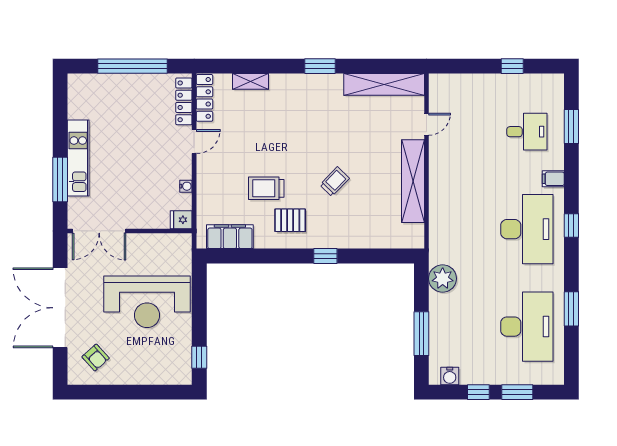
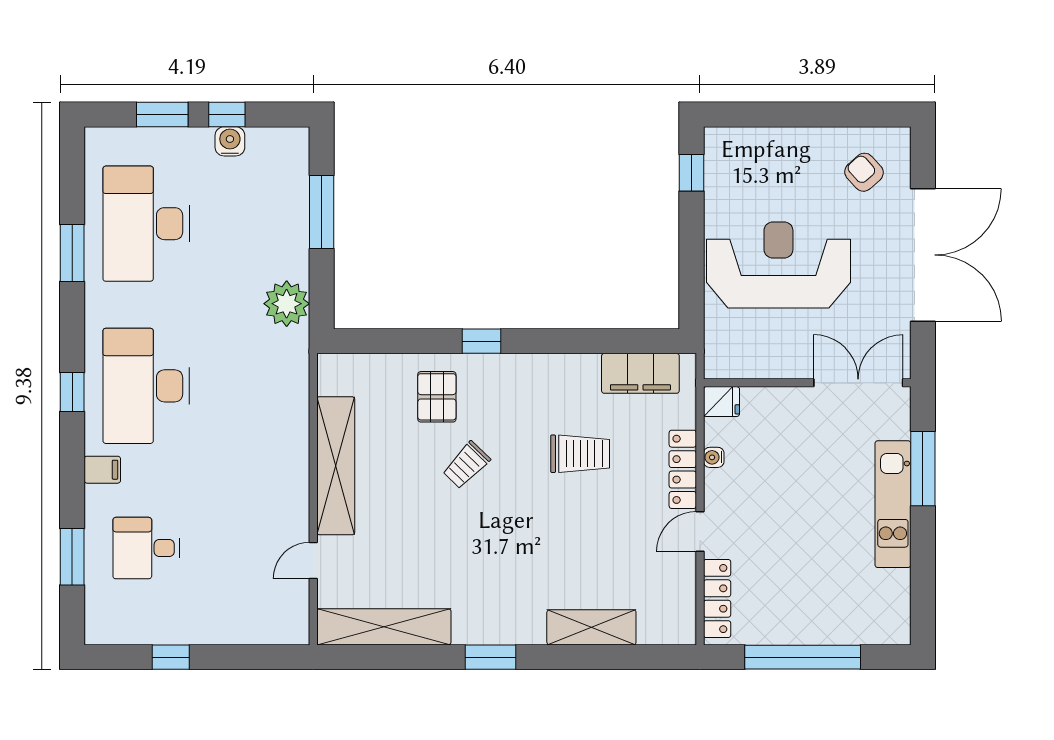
shelving: (250, 81) -> (591, 627), width x1.50, depth x1.33
locker: (204, 98) -> (683, 469), moved
pallet: (290, 220) -> (437, 397), moved, turned 90
water cooler: (450, 376) -> (230, 141), moved

